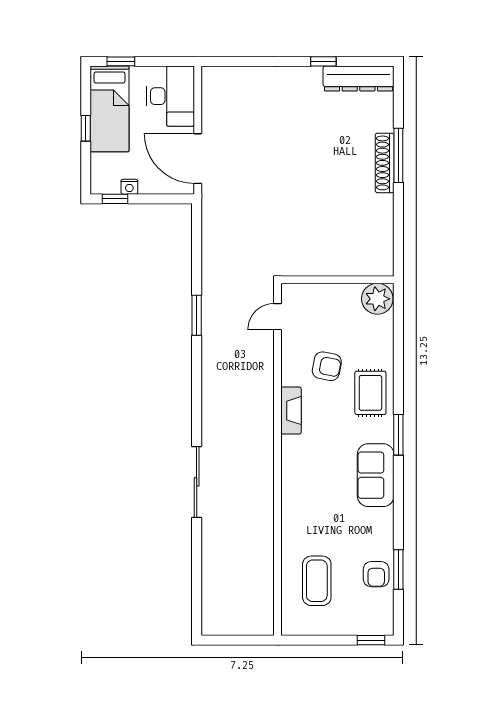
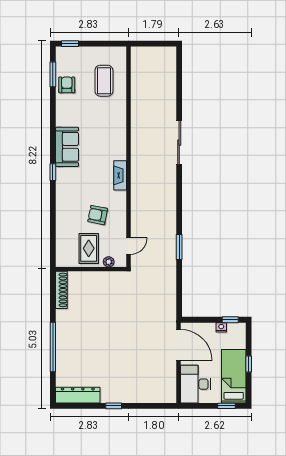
window: (323, 61) -> (114, 406), moved
window: (398, 155) -> (53, 347), width x1.46
shoe rack: (385, 163) -> (61, 290), moved
plant: (377, 299) -> (109, 262), moved, width x0.53, depth x0.53
rug: (370, 393) -> (89, 248), moved
fireplace: (291, 411) -> (120, 175), moved
window: (398, 435) -> (53, 172), width x0.67
window: (398, 570) -> (53, 74), moved

